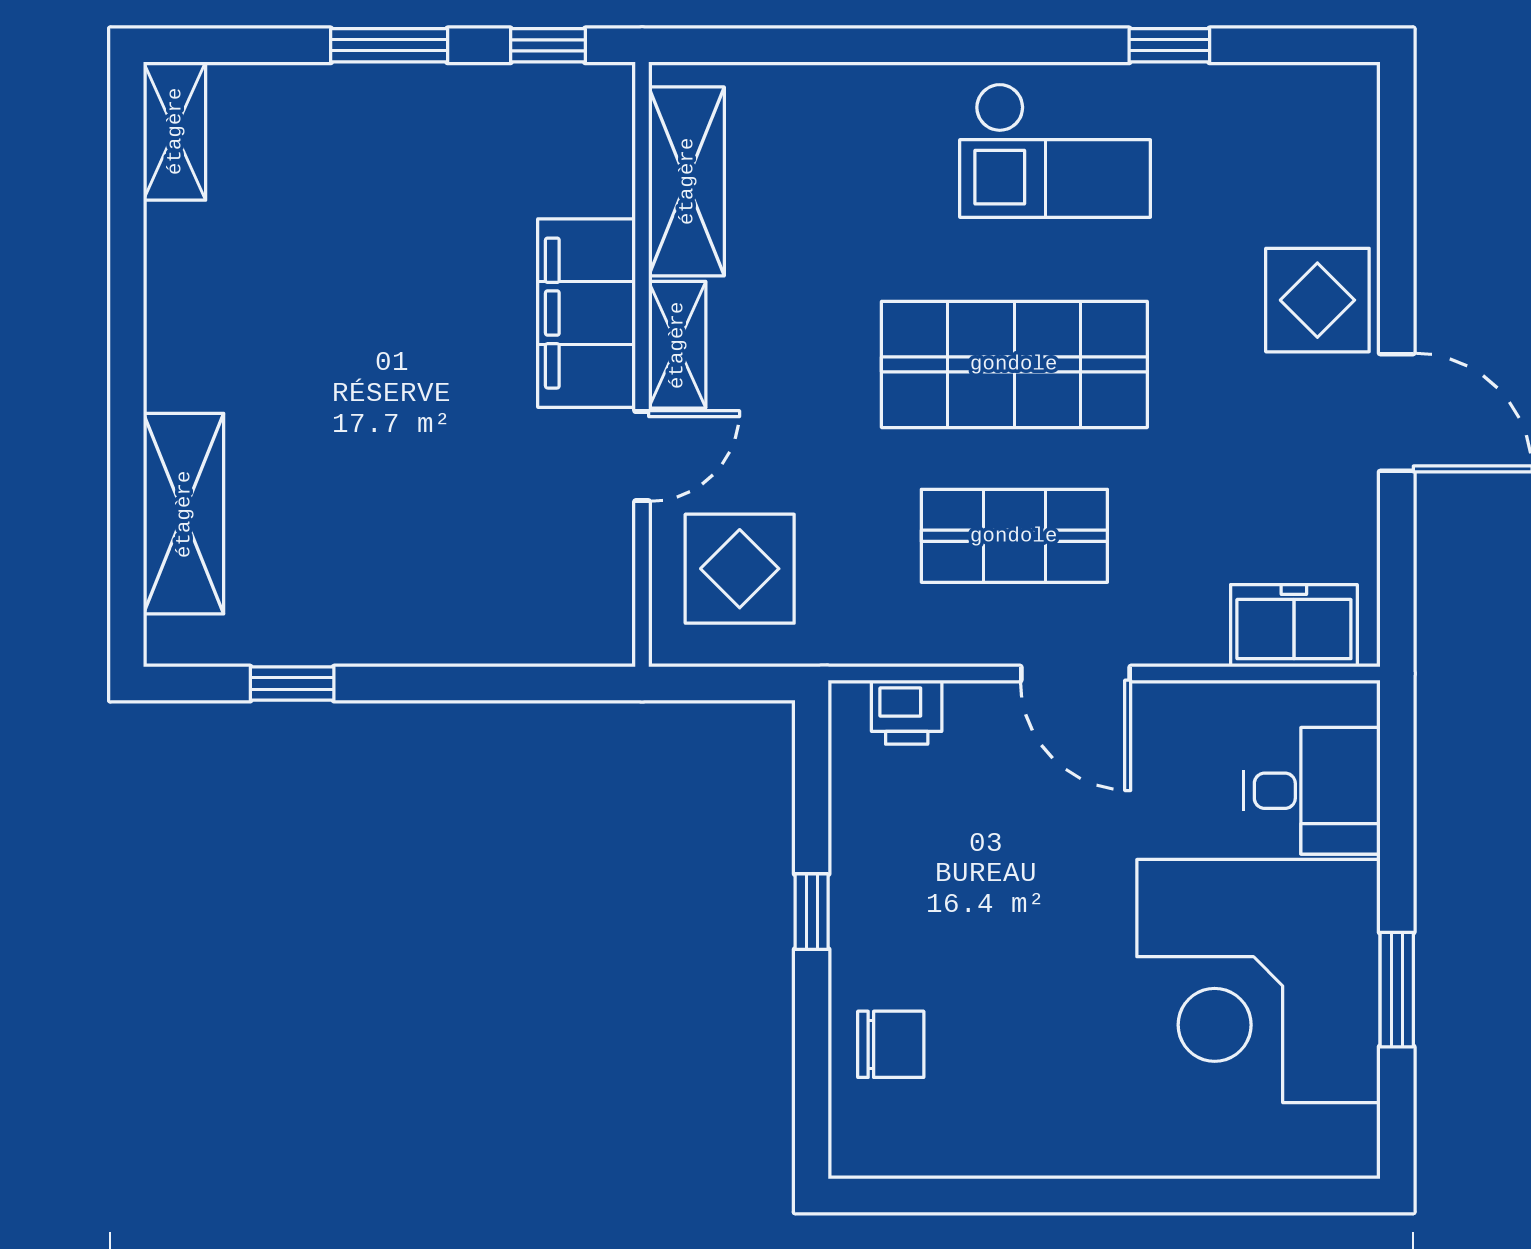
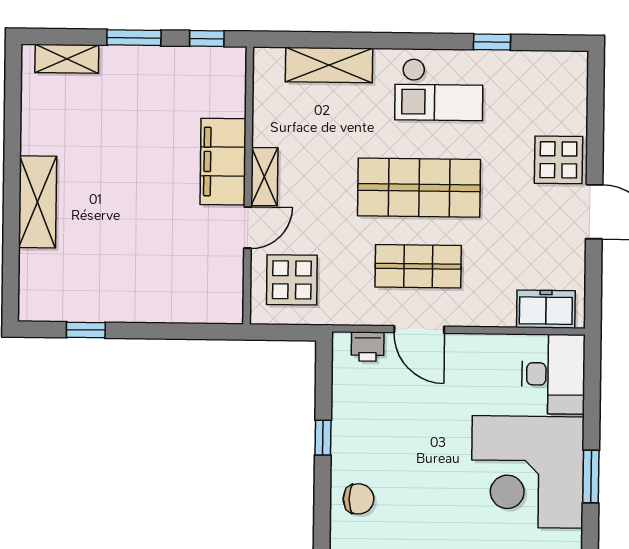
shelving: (175, 131) -> (67, 59), moved, turned 90
shelving: (687, 181) -> (329, 65), moved, turned 90
shelving: (184, 514) -> (38, 202), moved
door: (1076, 674) -> (419, 329), moved
desk: (1312, 791) -> (553, 374), width x1.37

